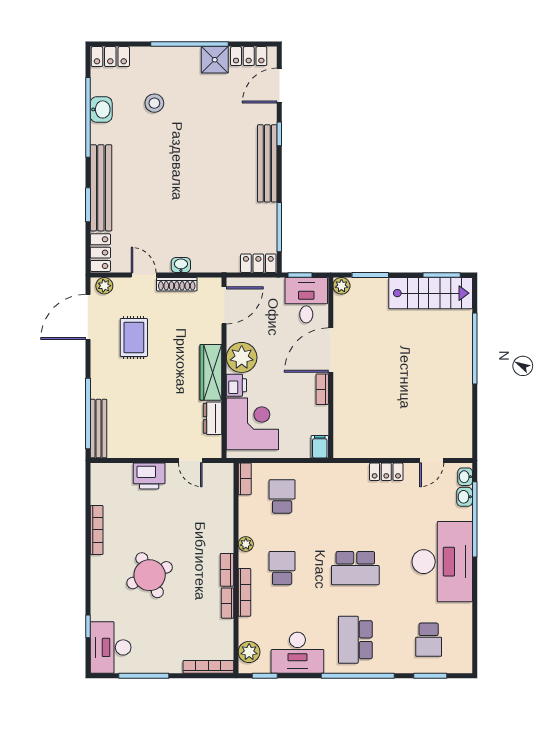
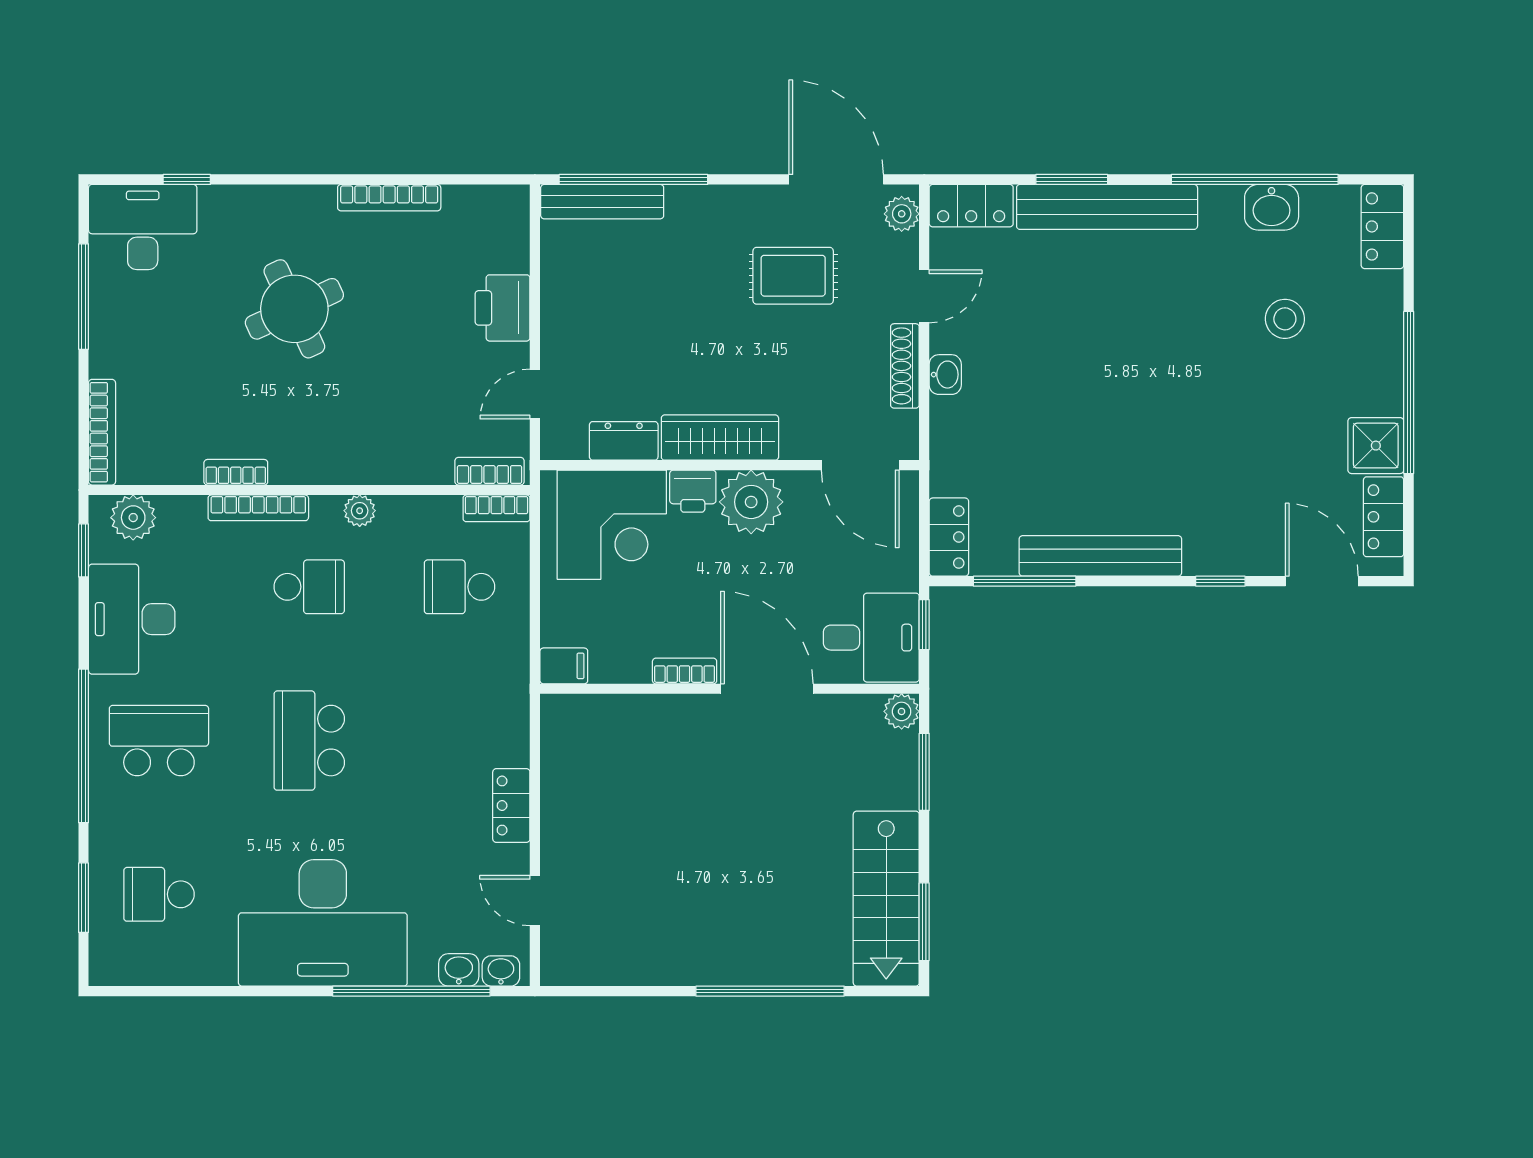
bench: (267, 163) -> (1100, 556), moved
school desk: (282, 496) -> (459, 587), turned 180
bookcase: (227, 570) -> (490, 471), moved

